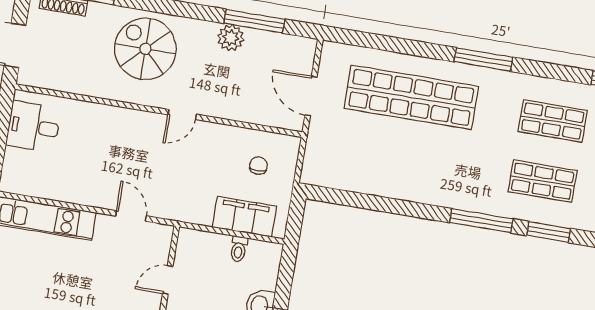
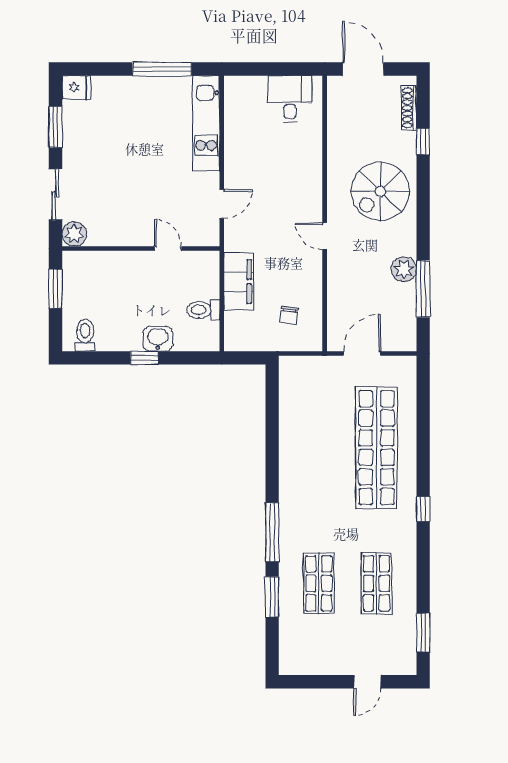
spiral stairs: (145, 49) -> (380, 191), turned 180
window: (483, 60) -> (423, 509), width x0.46
chair: (259, 166) -> (289, 315), turned 97
filing cabinet: (244, 217) -> (239, 282), moved
toilet: (239, 249) -> (203, 310), width x1.37, depth x1.39

